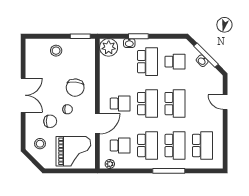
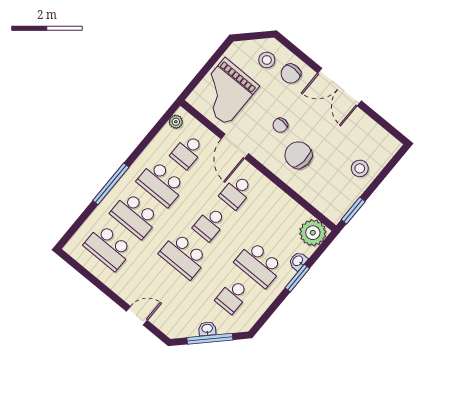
school desk: (148, 104) -> (210, 224), width x0.54
chair: (50, 121) -> (291, 74), moved

